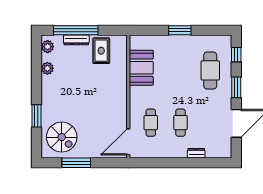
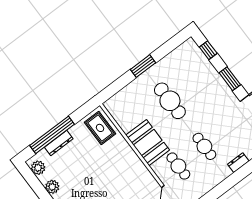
rug: (101, 51) -> (100, 128), moved
booth: (141, 68) -> (148, 143), moved
cafe table: (210, 70) -> (170, 101), moved

